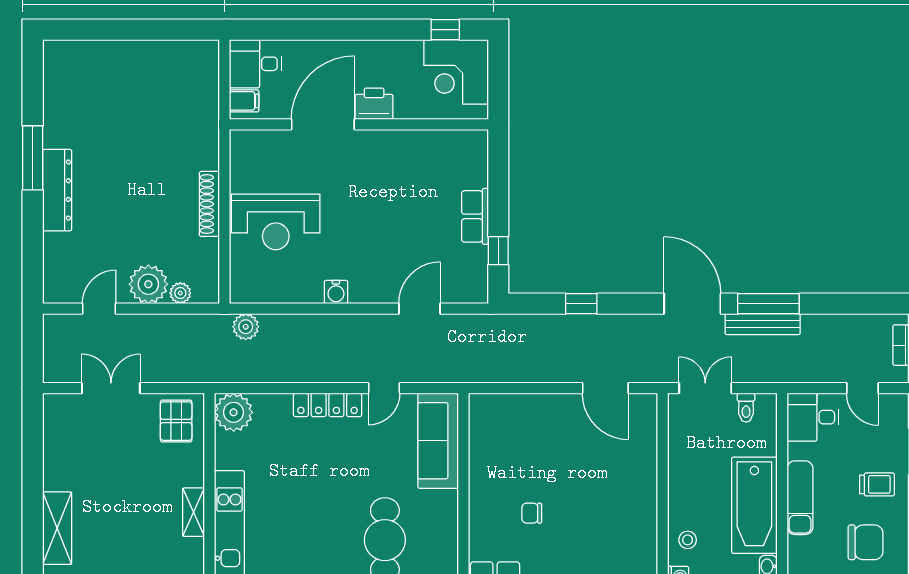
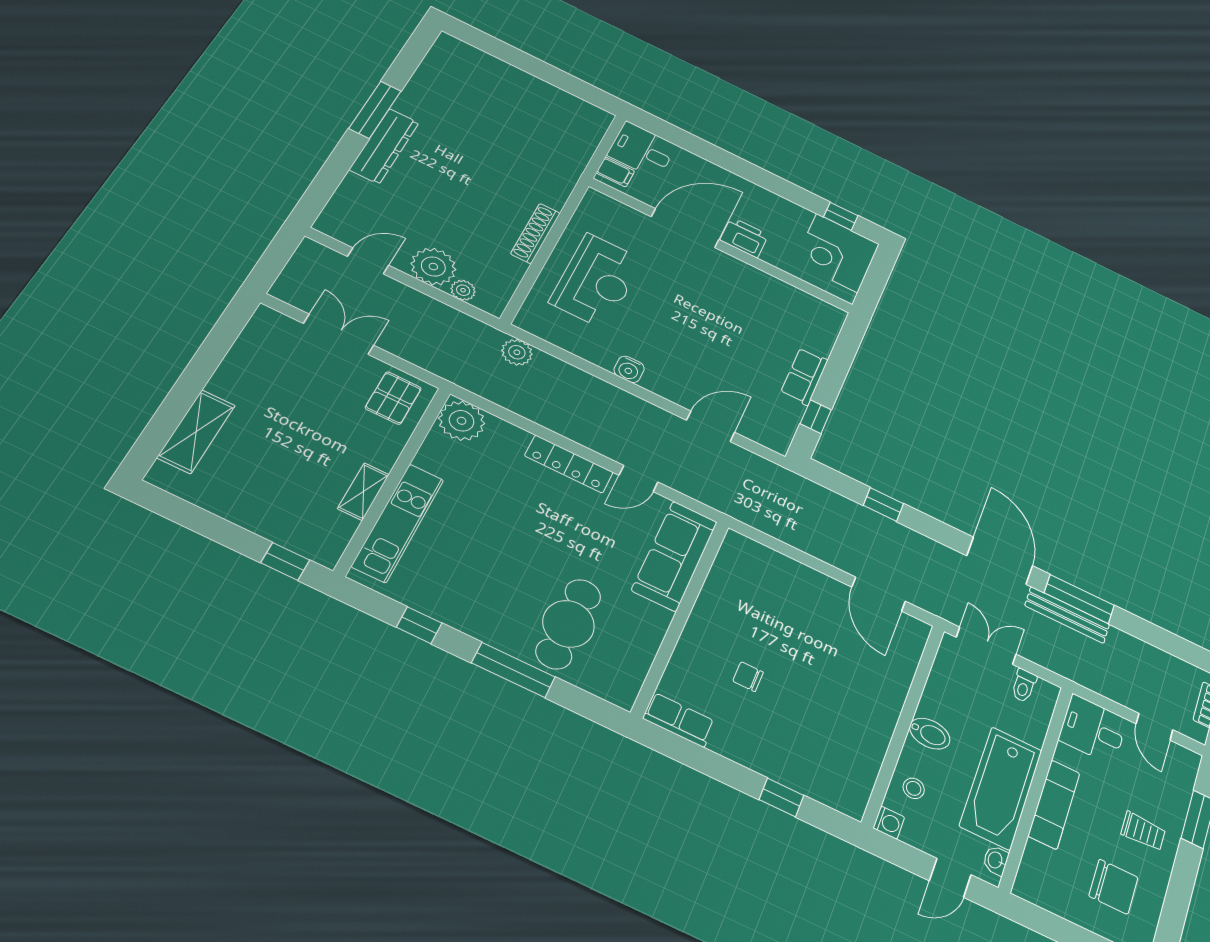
reception desk: (276, 222) -> (596, 281), turned -90
bidet: (685, 488) -> (930, 734), added

